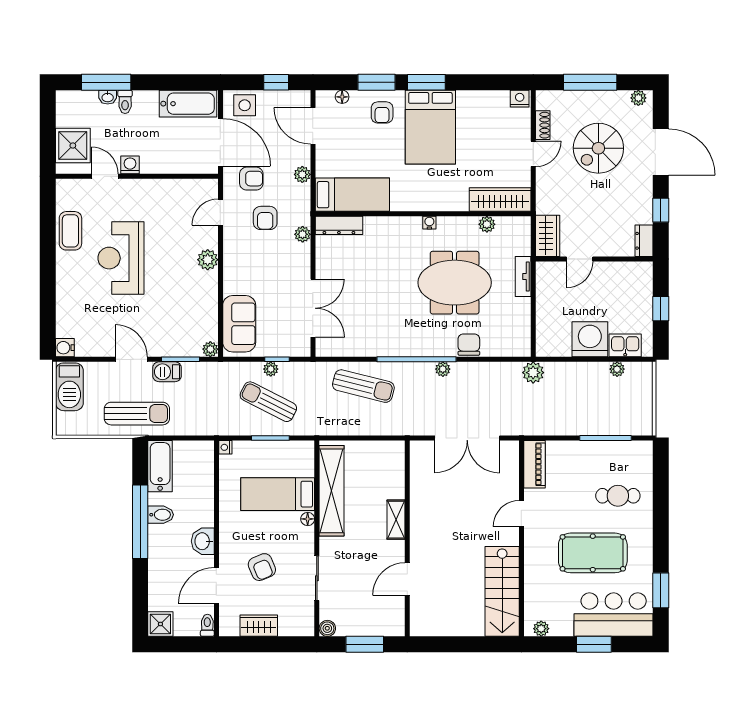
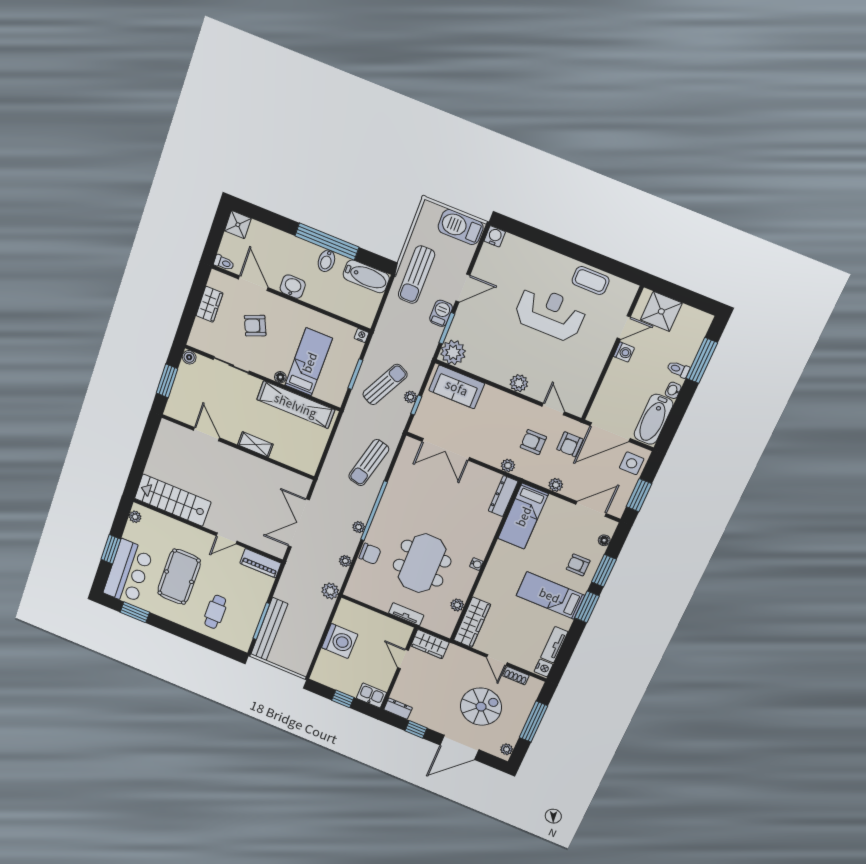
window: (276, 82) -> (639, 495), width x1.50
washbasin: (108, 97) -> (673, 390), moved
tv unit: (487, 99) -> (554, 645), added
bed: (430, 127) -> (550, 595), width x0.67
spiral stairs: (598, 148) -> (481, 707), turned 90
kitchen sink: (625, 345) -> (371, 695), moved, turned -90
plant: (210, 349) -> (453, 352), width x1.88, depth x1.88
plant: (617, 369) -> (345, 561), moved
bench: (611, 425) -> (269, 629), added
door: (521, 514) -> (227, 538), swing flipped

